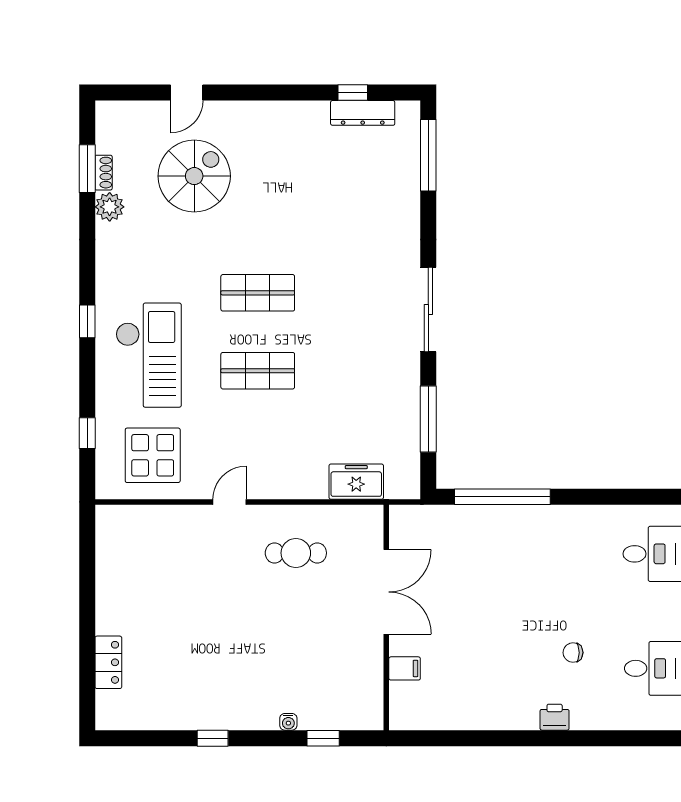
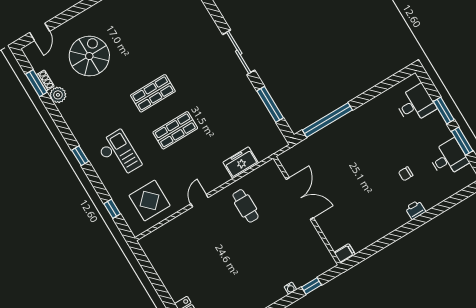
door: (187, 93) -> (40, 32), moved
checkout: (149, 355) -> (119, 154), width x0.73, depth x0.83
freezer: (356, 482) -> (241, 163), moved
cafe table: (296, 553) -> (246, 206), turned 90
filing cabinet: (405, 668) -> (345, 253), moved

